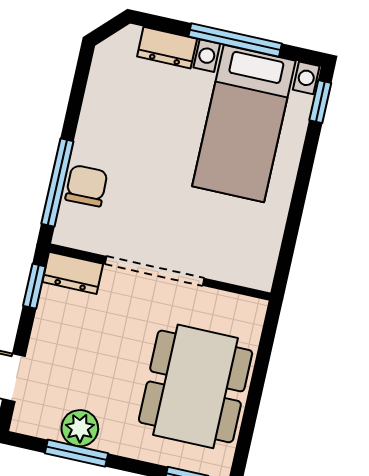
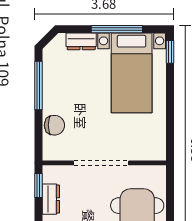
window: (57, 183) -> (38, 86), moved
chair: (86, 186) -> (54, 125), turned 91
dresser: (73, 273) -> (51, 199), moved, turned -90

